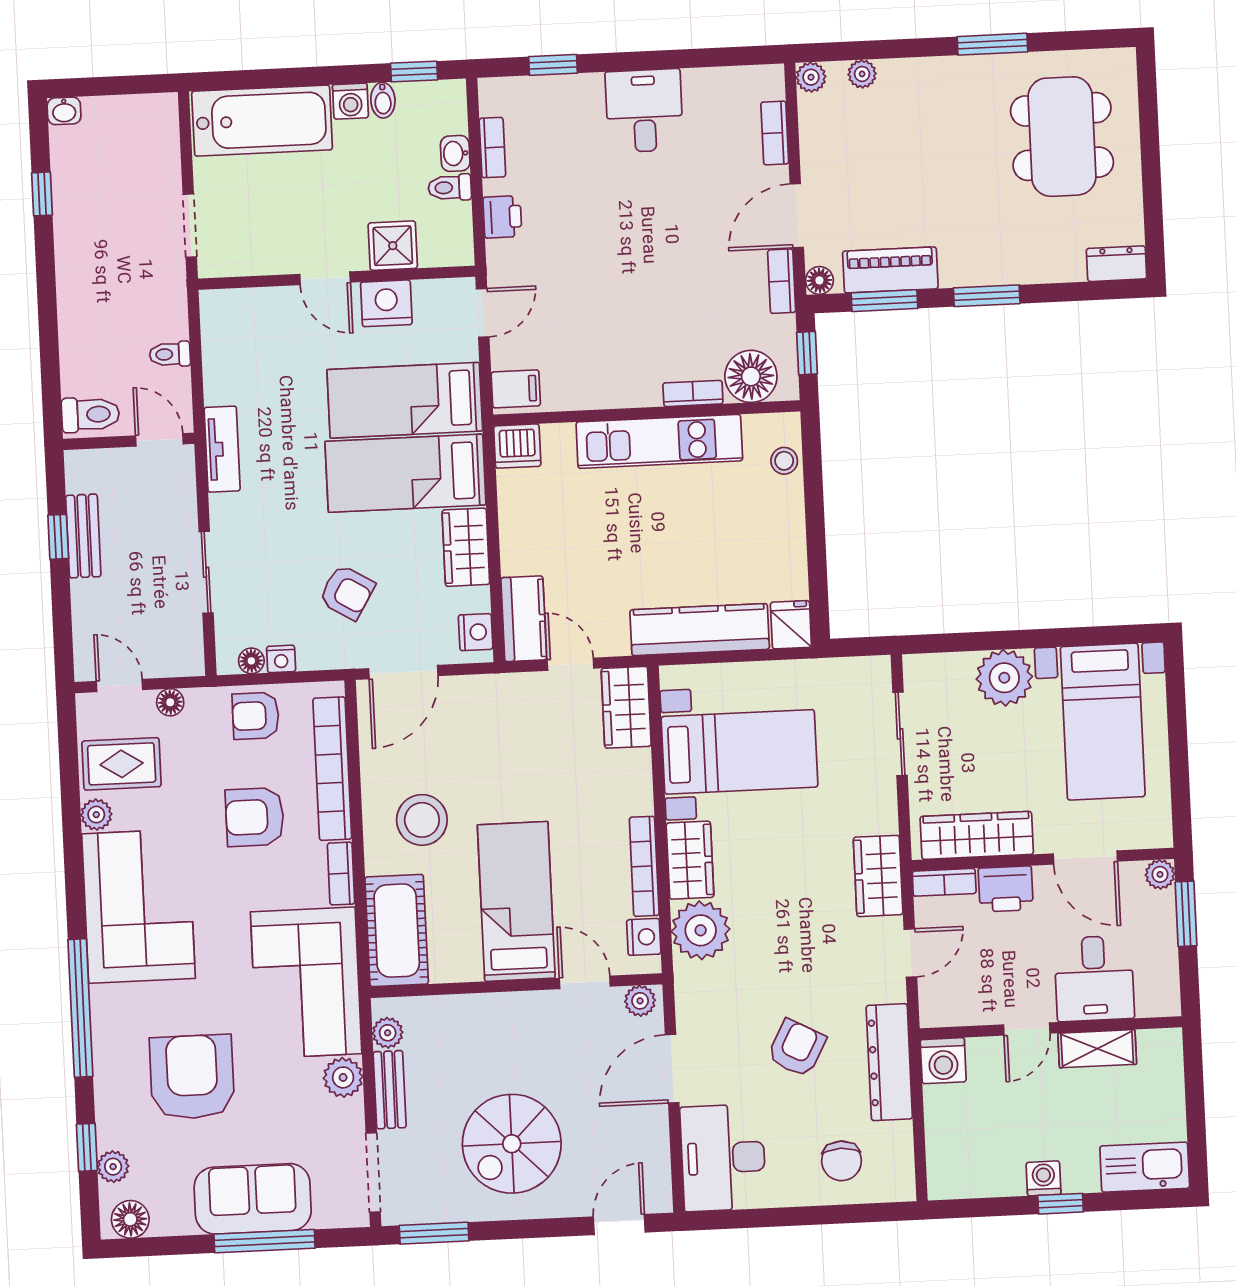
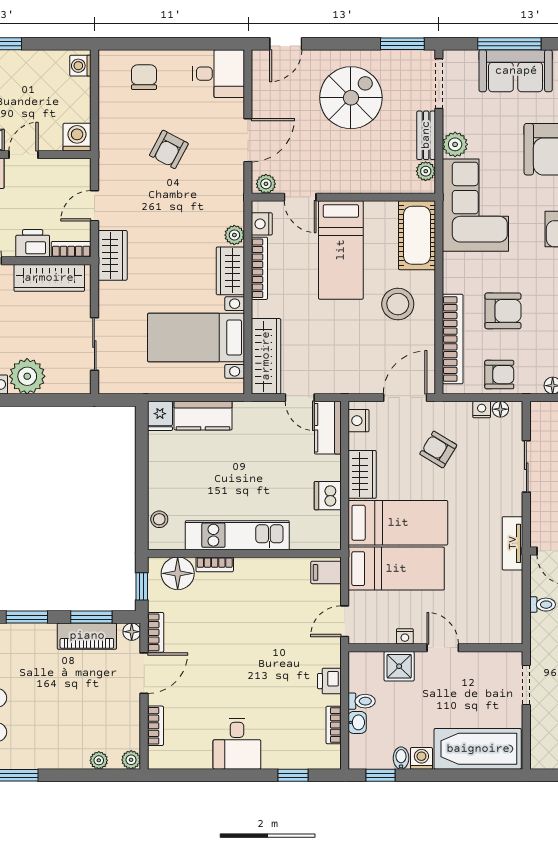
nightstand: (386, 303) -> (405, 636), width x0.53, depth x0.56
dishwasher: (517, 446) -> (328, 496), moved, turned -90
kitchen counter: (700, 630) -> (203, 416), width x0.67
wardrobe: (626, 707) -> (266, 356), width x1.50
bookcase: (341, 874) -> (450, 273), removed
plant: (701, 930) -> (234, 235), width x0.53, depth x0.53
dresser: (889, 1062) -> (111, 138), removed
desk: (723, 1158) -> (218, 74), width x0.73
washing machine: (1044, 1178) -> (80, 66), moved, turned 90

